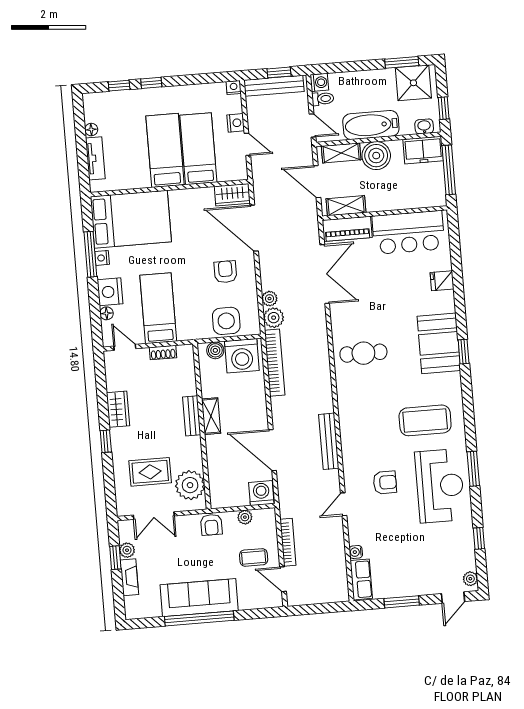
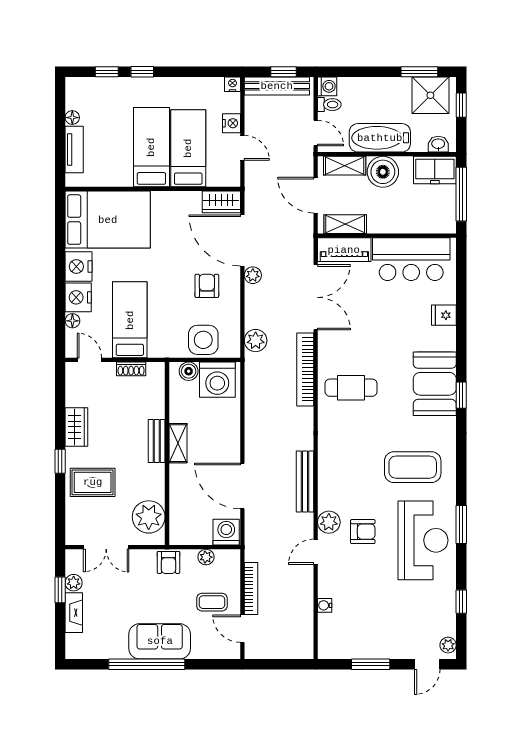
window: (444, 108) -> (461, 105), moved
window: (90, 254) -> (60, 254), removed
nightstand: (102, 258) -> (78, 266), width x1.89, depth x1.79
plant: (270, 299) -> (253, 275), moved
bookcase: (275, 363) -> (305, 369), moved, turned 180
rug: (150, 472) -> (93, 482), moved
plant: (353, 476) -> (329, 522), added
row of seats: (361, 579) -> (328, 636), removed
sofa: (199, 598) -> (160, 641), width x0.73

